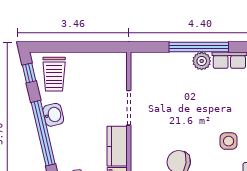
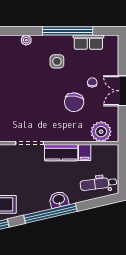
washbasin: (53, 115) -> (59, 200), moved

